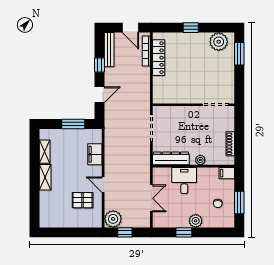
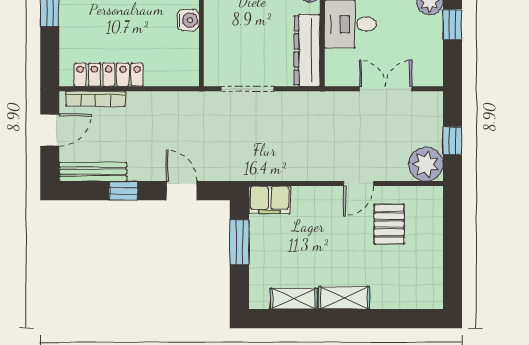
water cooler: (186, 98) -> (188, 20), added
filing cabinet: (95, 154) -> (269, 200), moved

